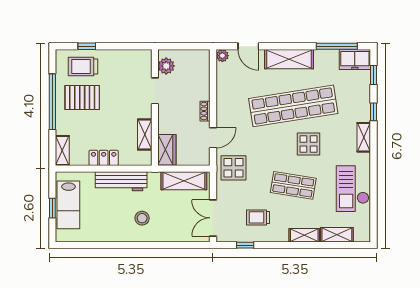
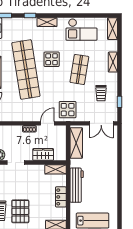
shelving: (145, 134) -> (55, 169), moved
door: (213, 138) -> (47, 123), hinge flipped
wardrobe: (167, 150) -> (43, 154), moved
stool: (142, 218) -> (101, 171), removed
shelving: (337, 235) -> (112, 29), moved

